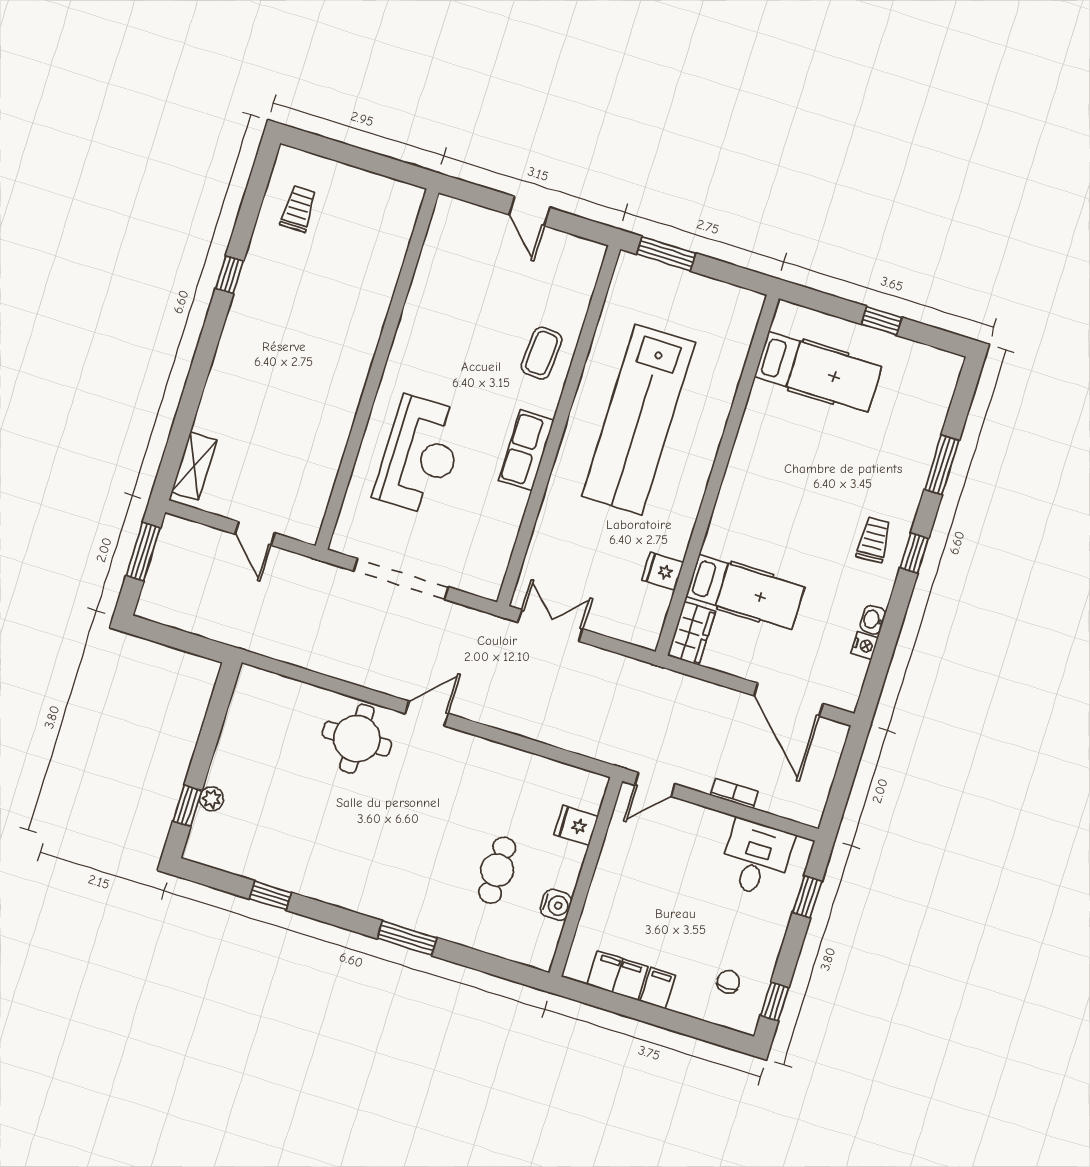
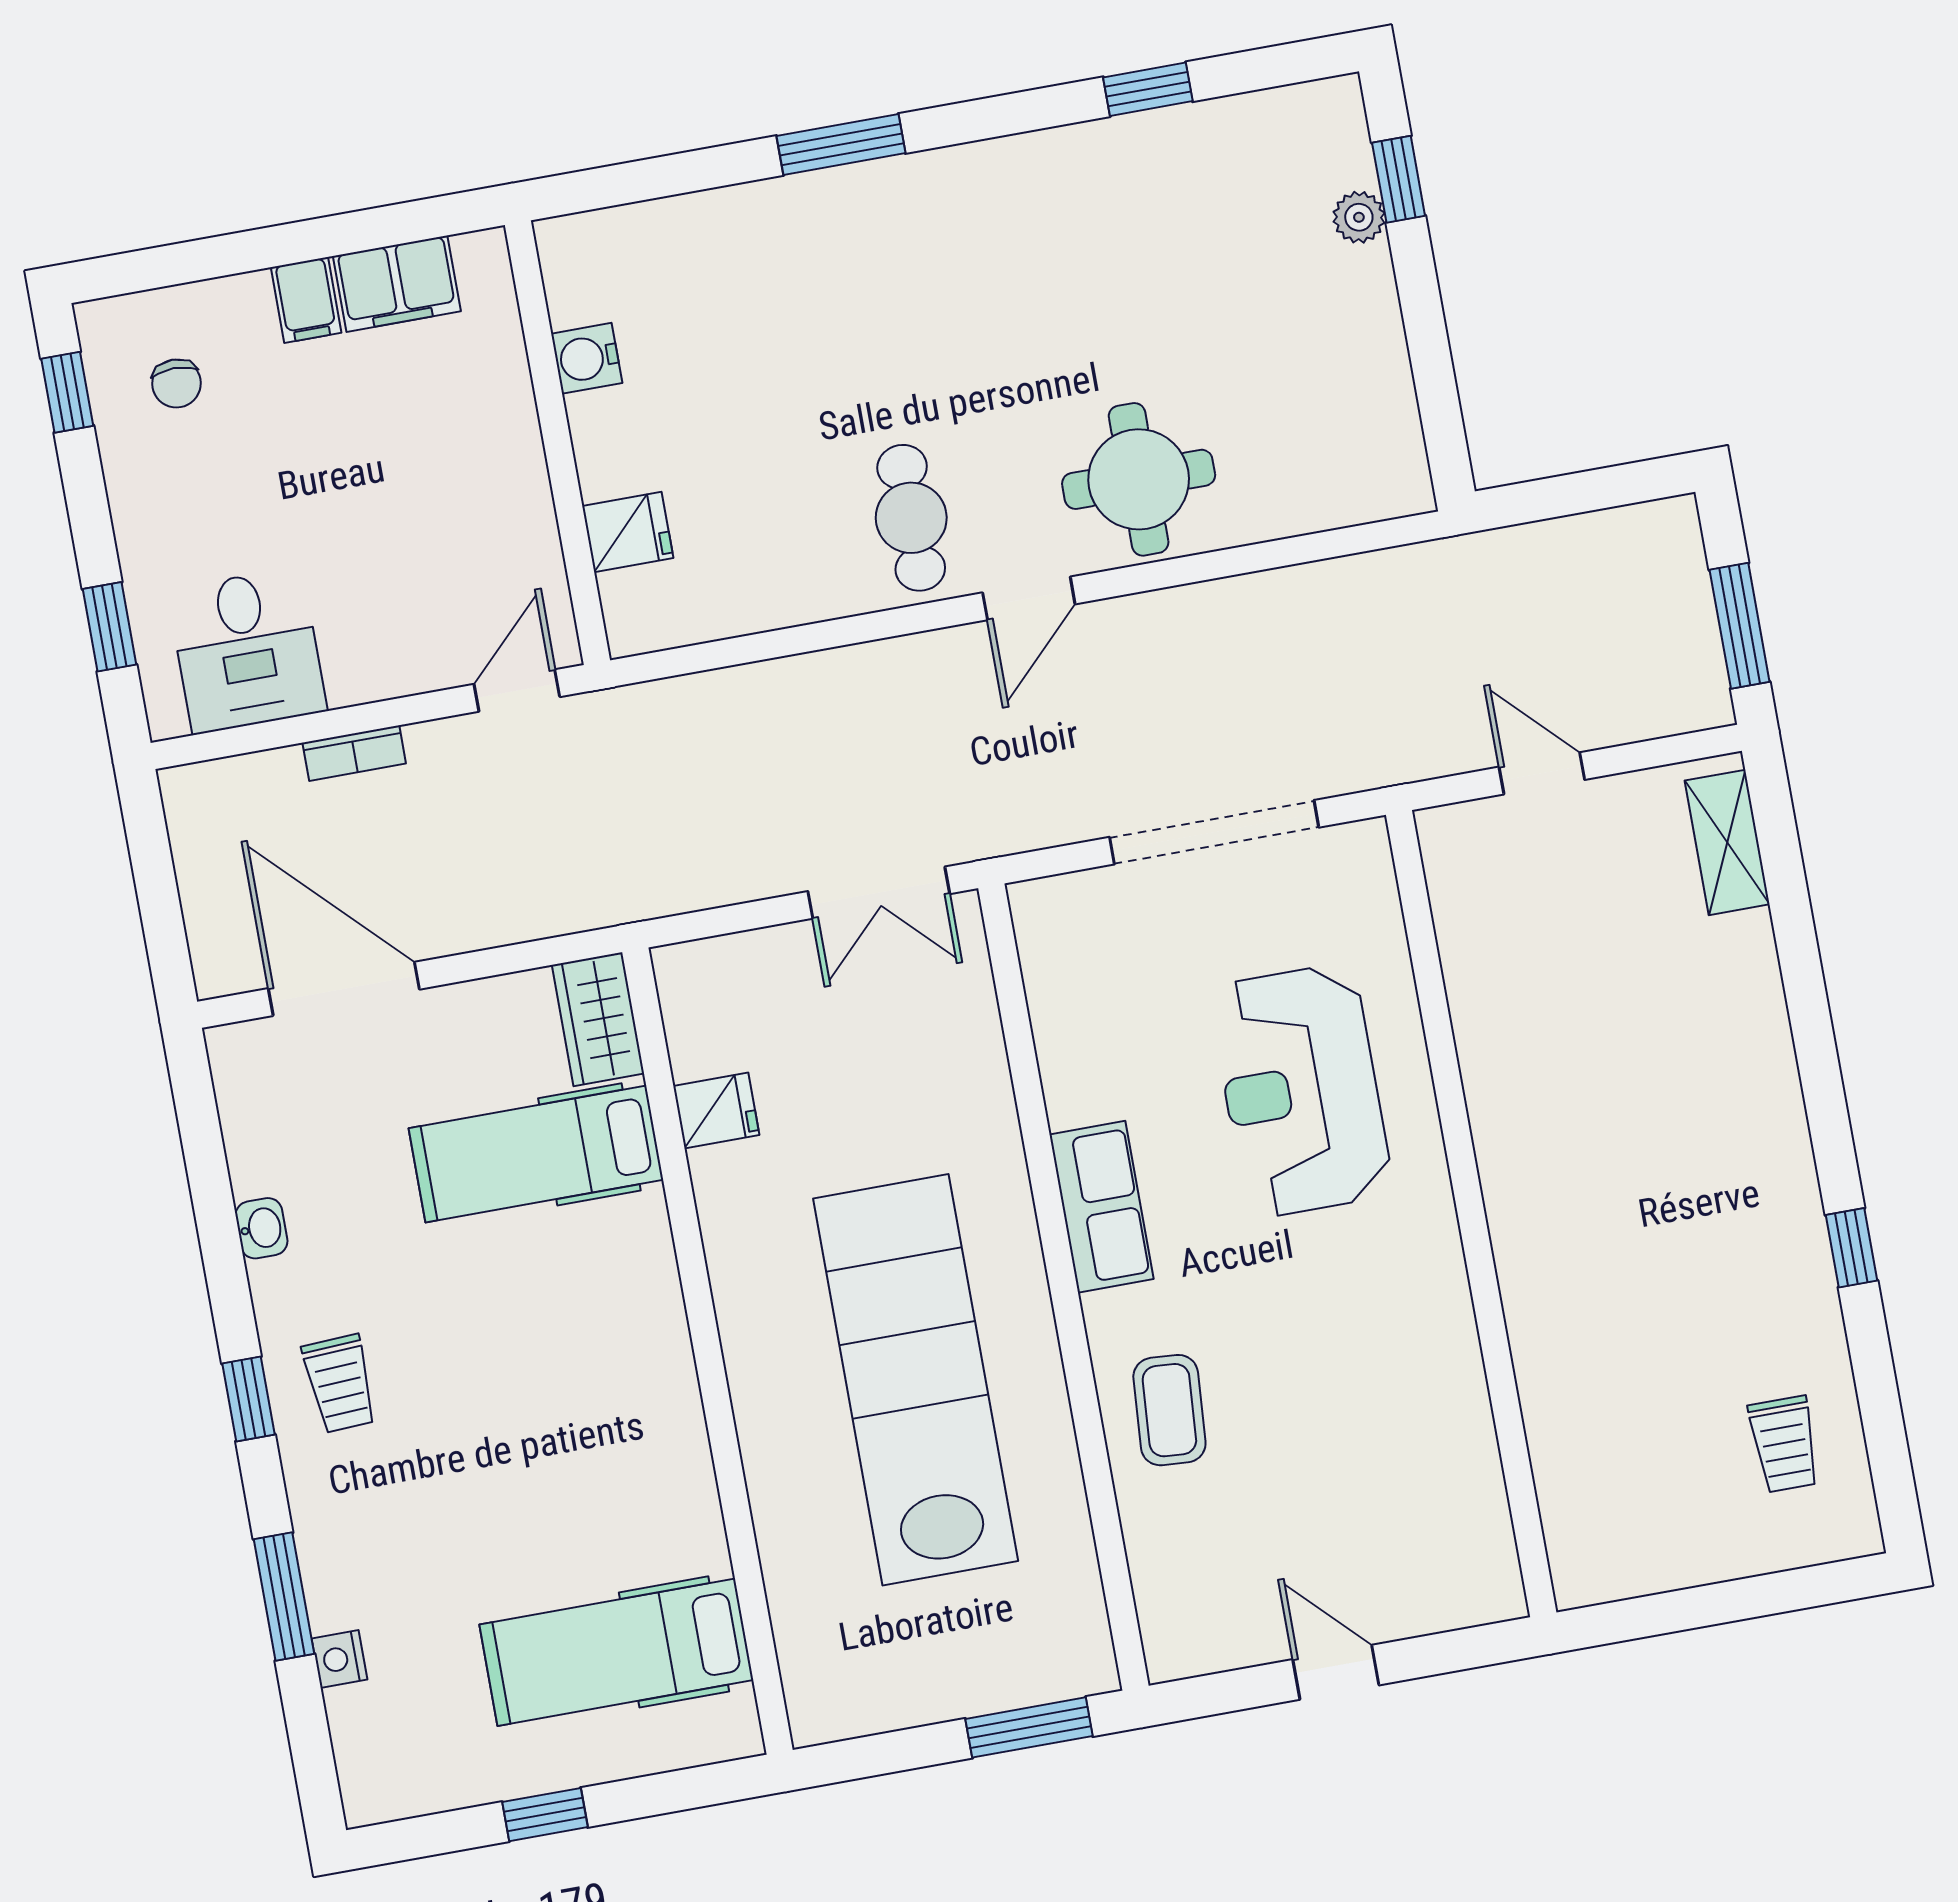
nightstand: (865, 646) -> (339, 1659), moved
cafe table: (497, 870) -> (911, 518), moved

